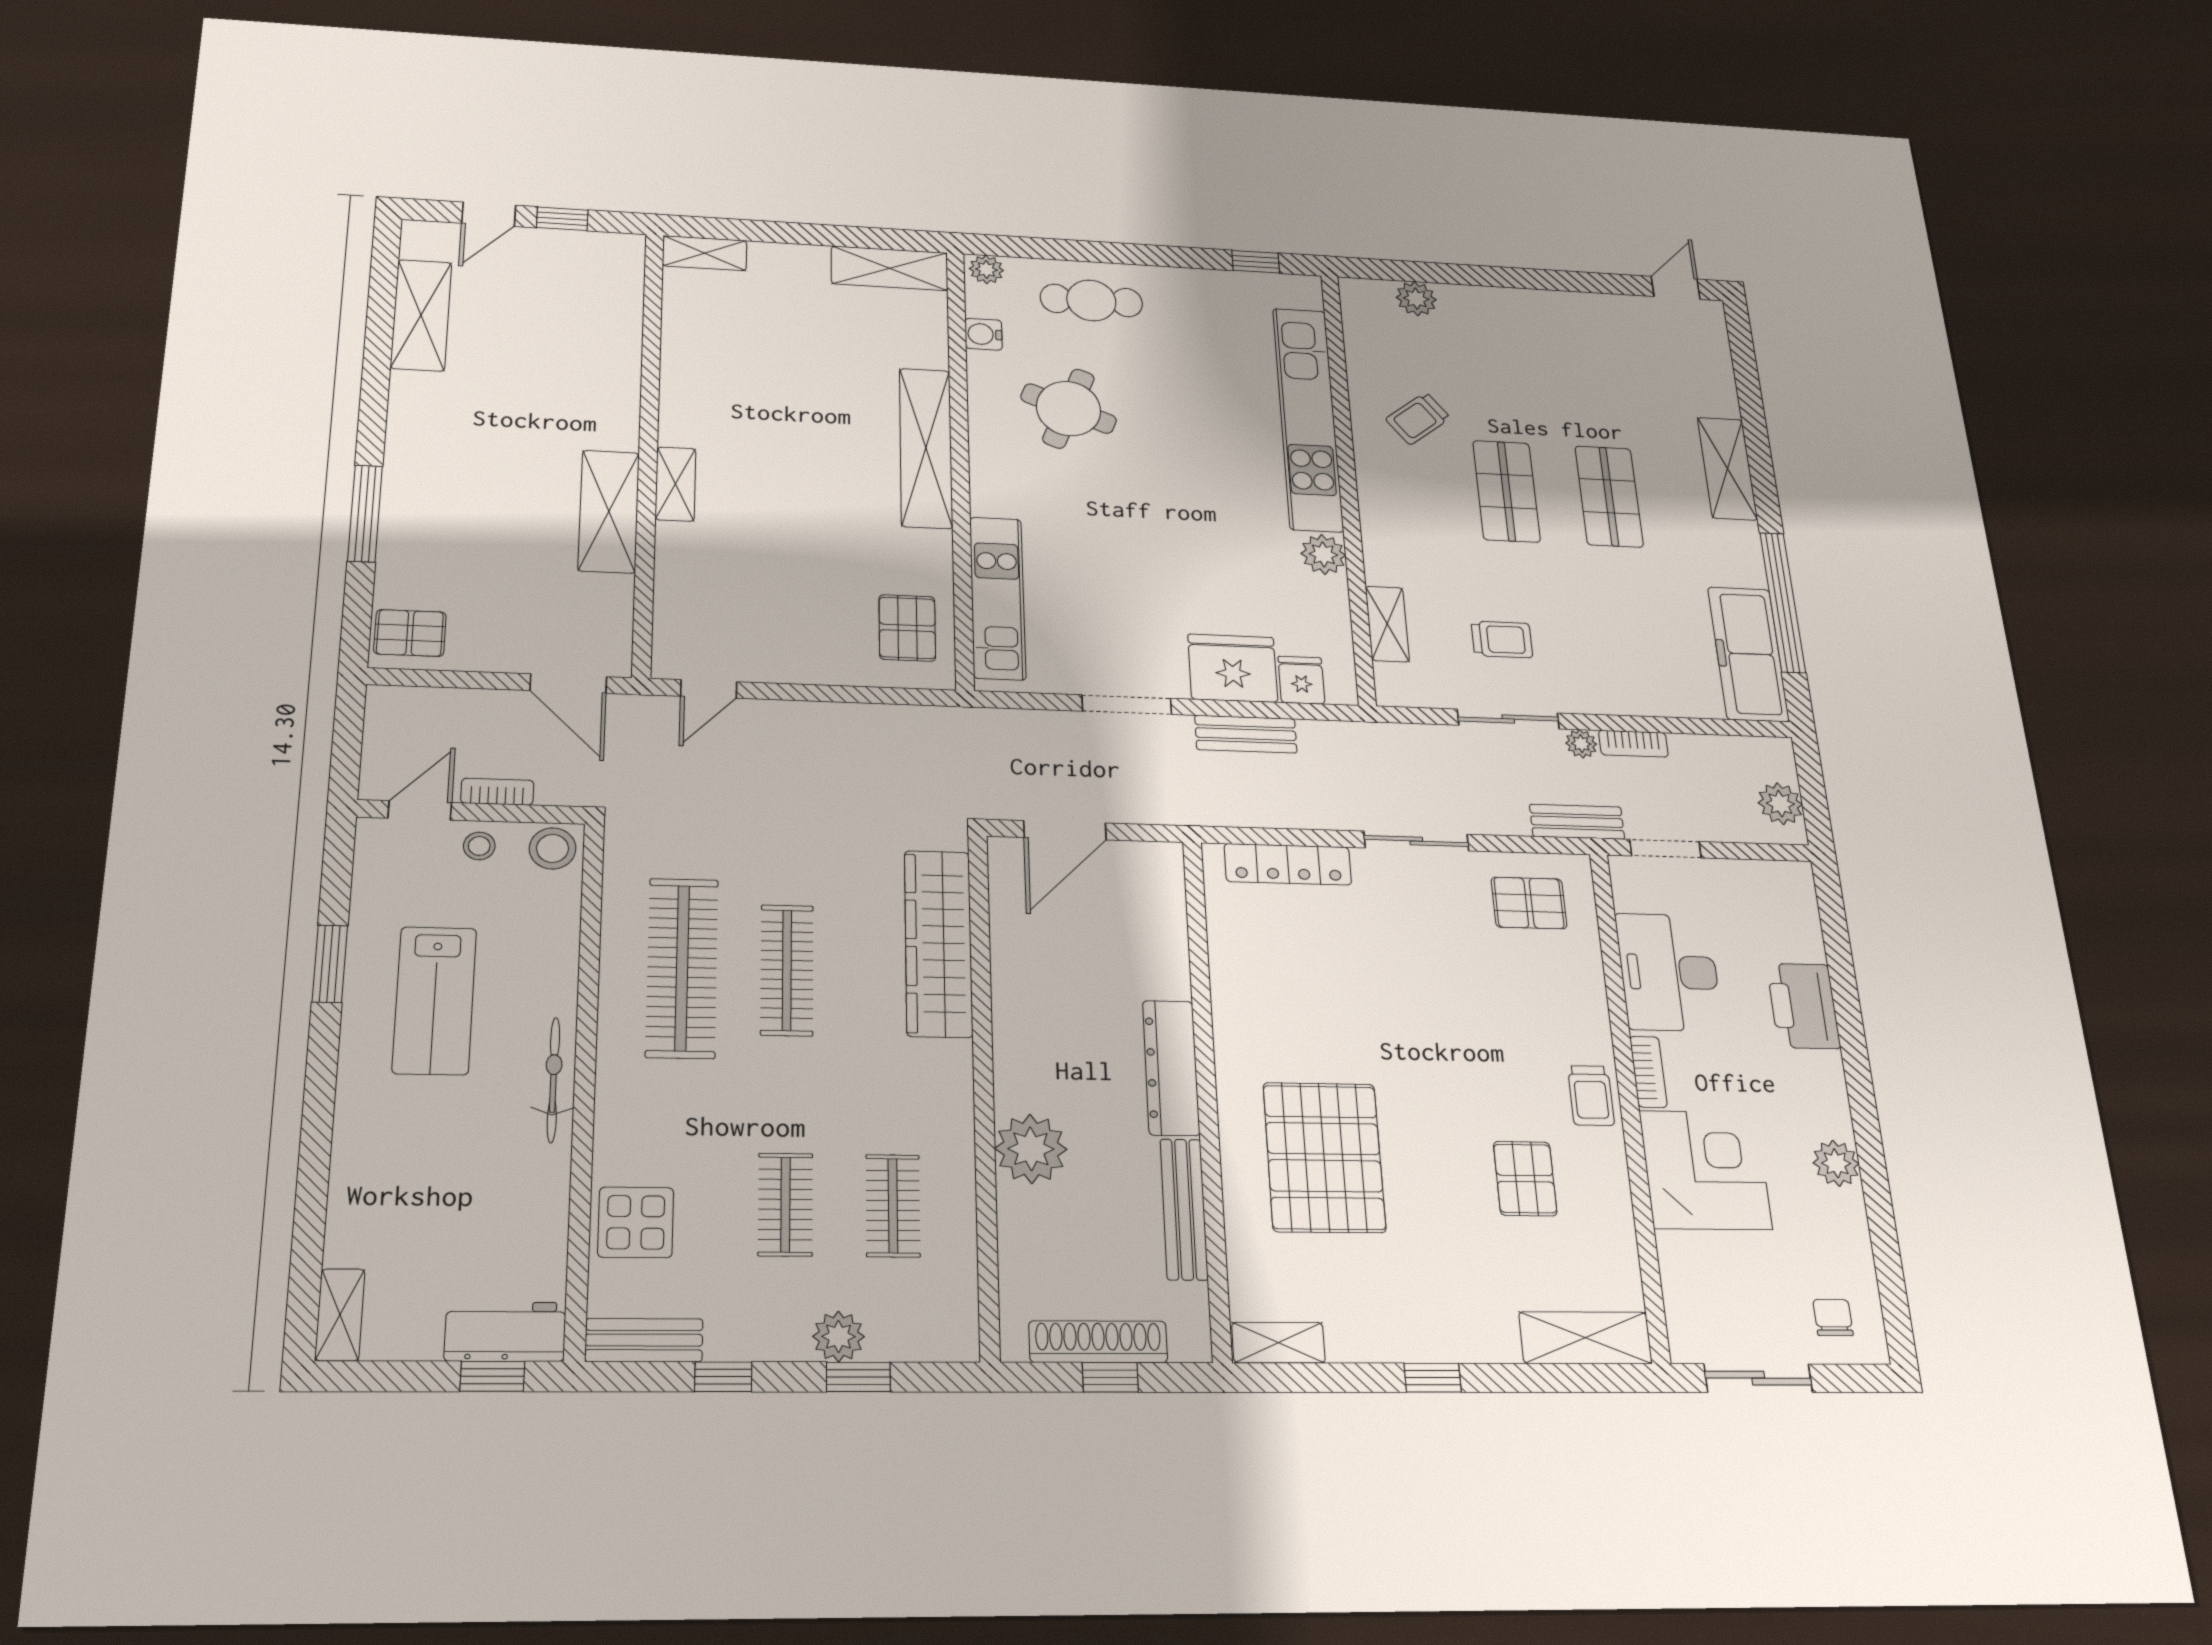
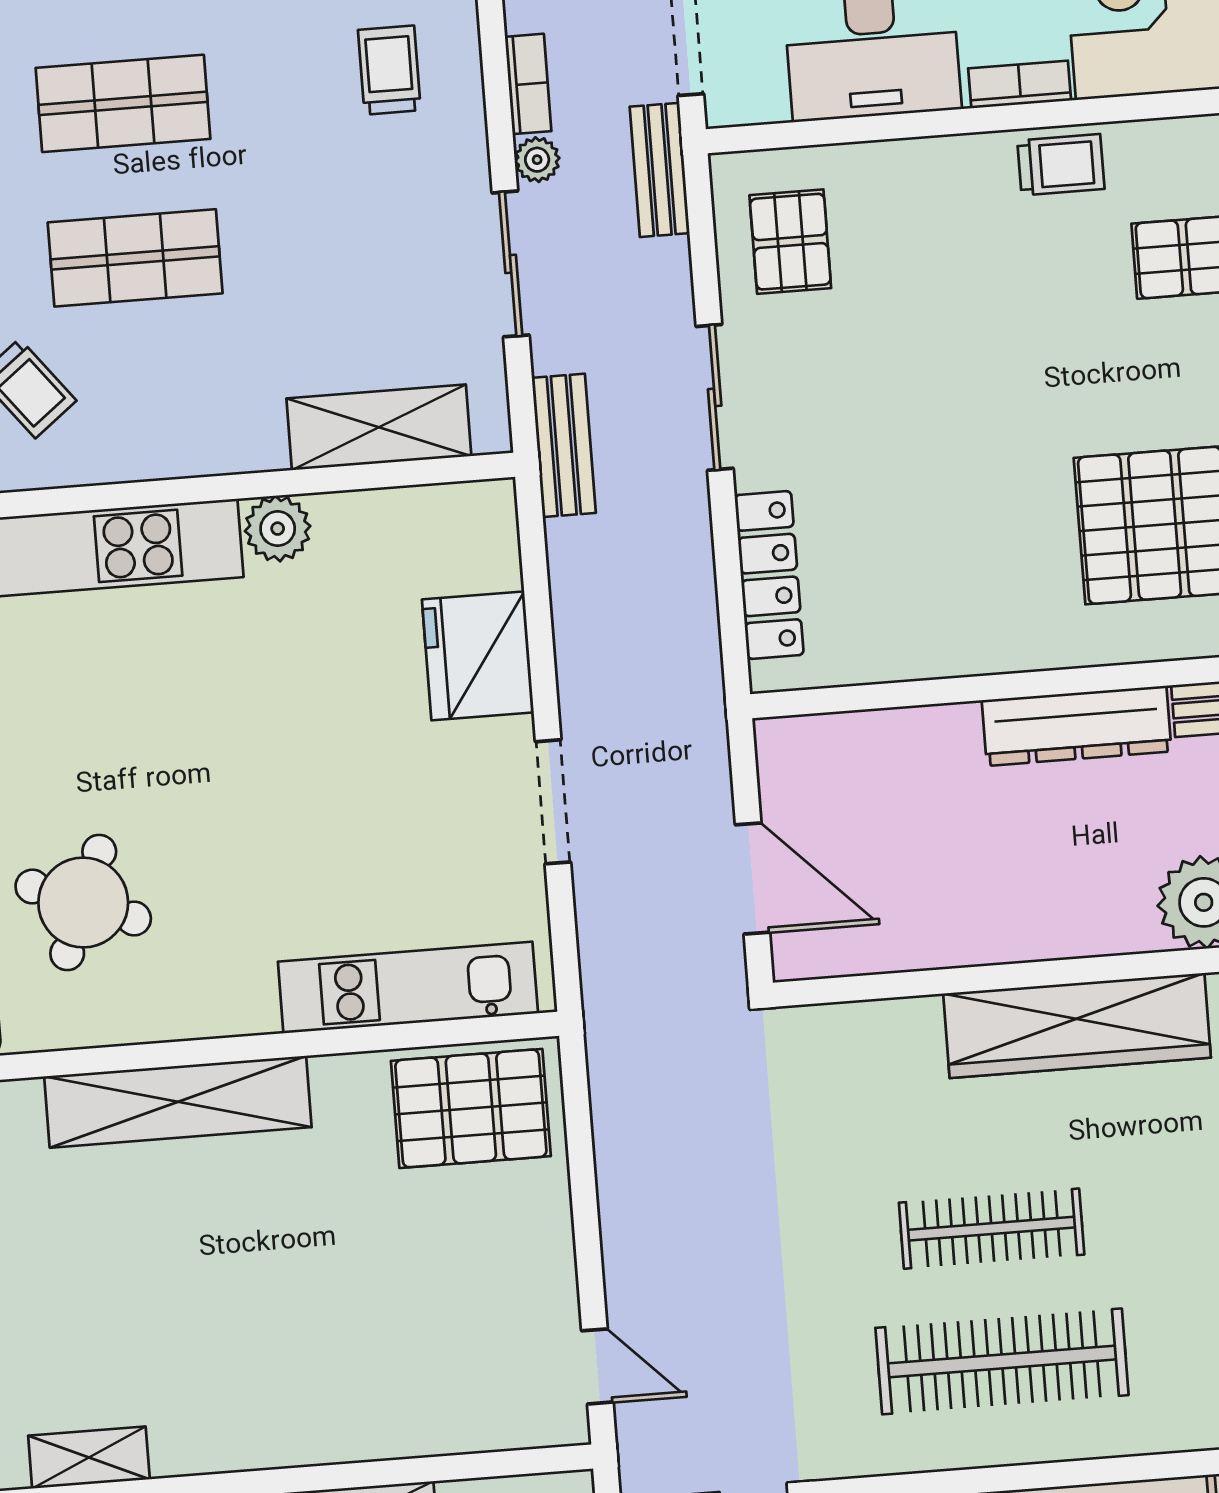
shelving: (675, 484) -> (89, 1457), moved
shelving: (1387, 624) -> (379, 427), width x1.50, depth x1.33
pallet: (907, 628) -> (471, 1108), width x1.50, depth x1.42
trolley: (1502, 639) -> (389, 70), moved
fridge: (1301, 680) -> (485, 559), removed
bench: (1246, 734) -> (564, 445), moved
wardrobe: (938, 943) -> (1077, 1026), moved

